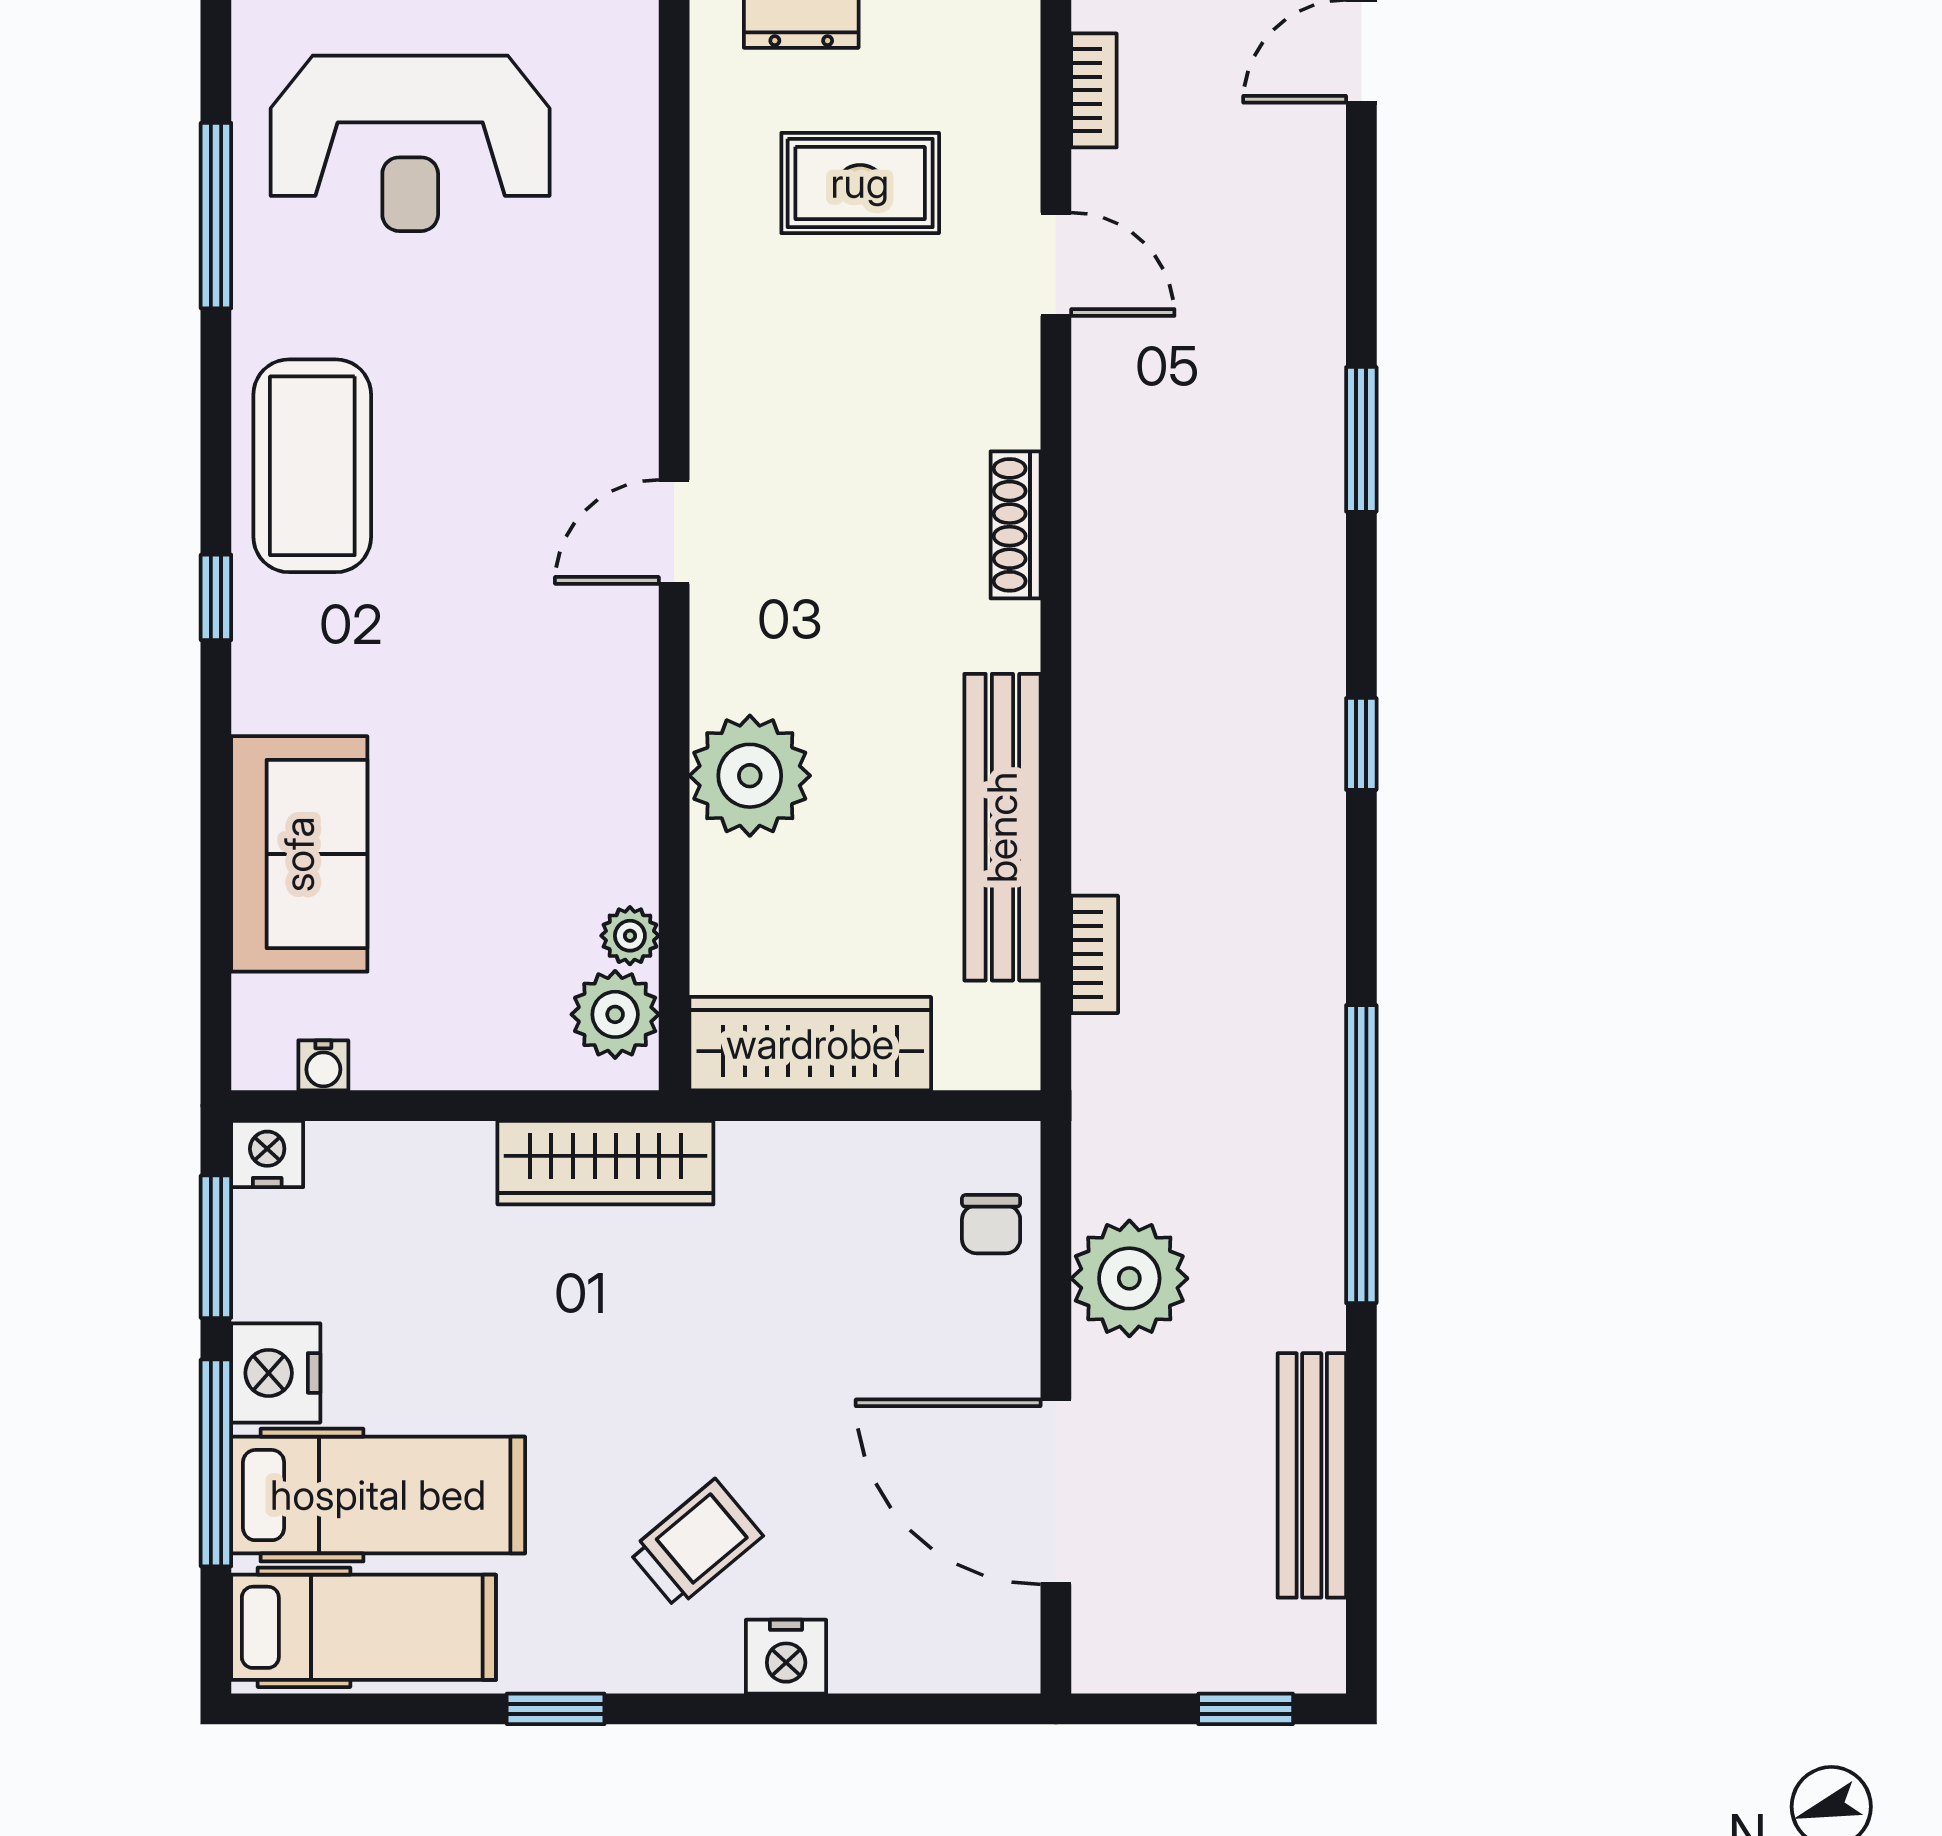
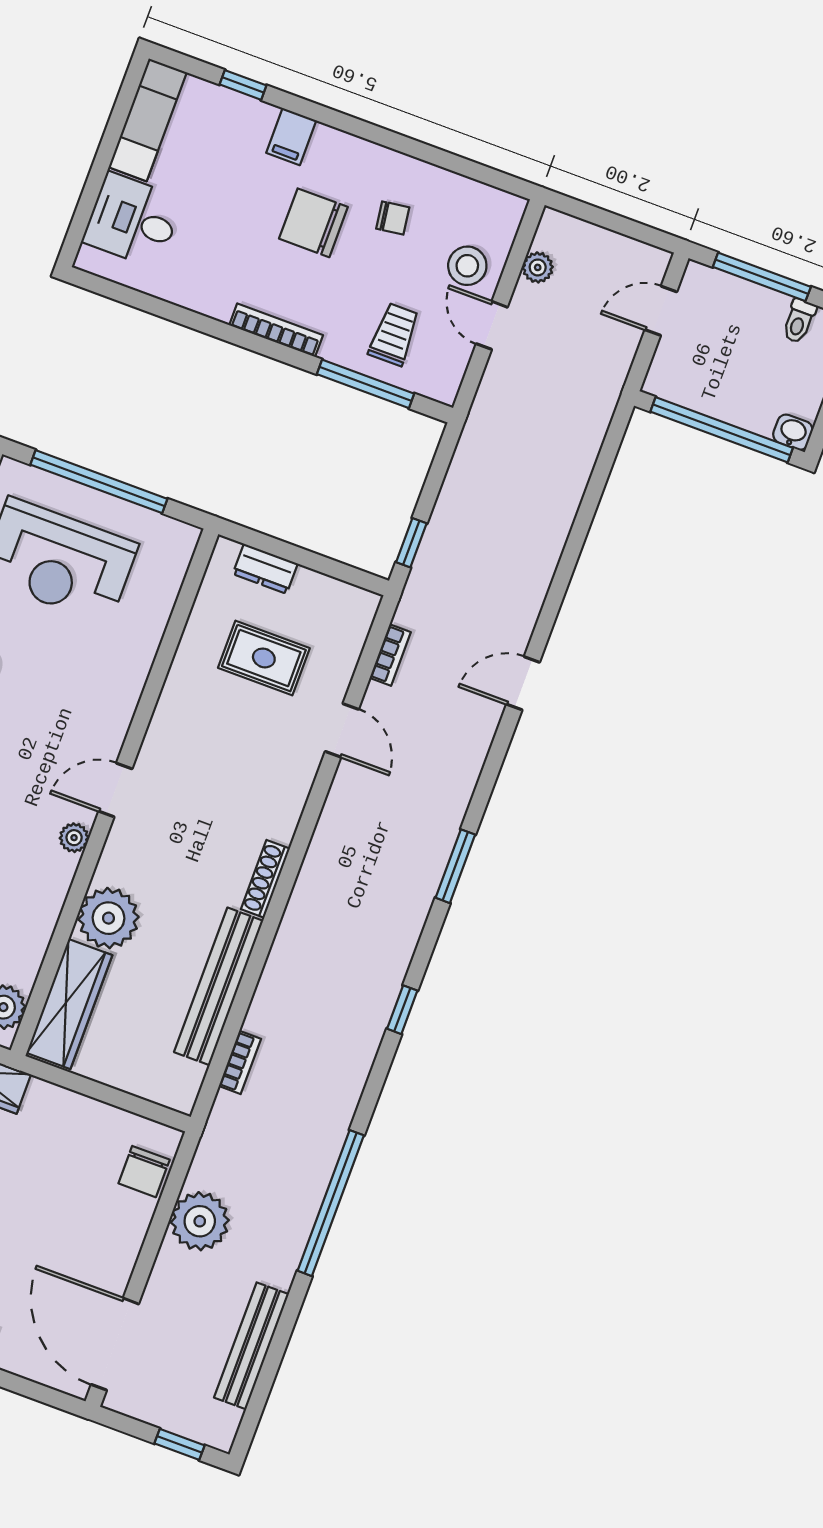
shoe rack: (1016, 525) -> (265, 879), moved
plant: (630, 936) -> (74, 838), moved
wardrobe: (810, 1044) -> (69, 1004), moved, turned 90
chair: (991, 1224) -> (144, 1172), width x1.37, depth x1.37
door: (1056, 1492) -> (115, 1344), moved

